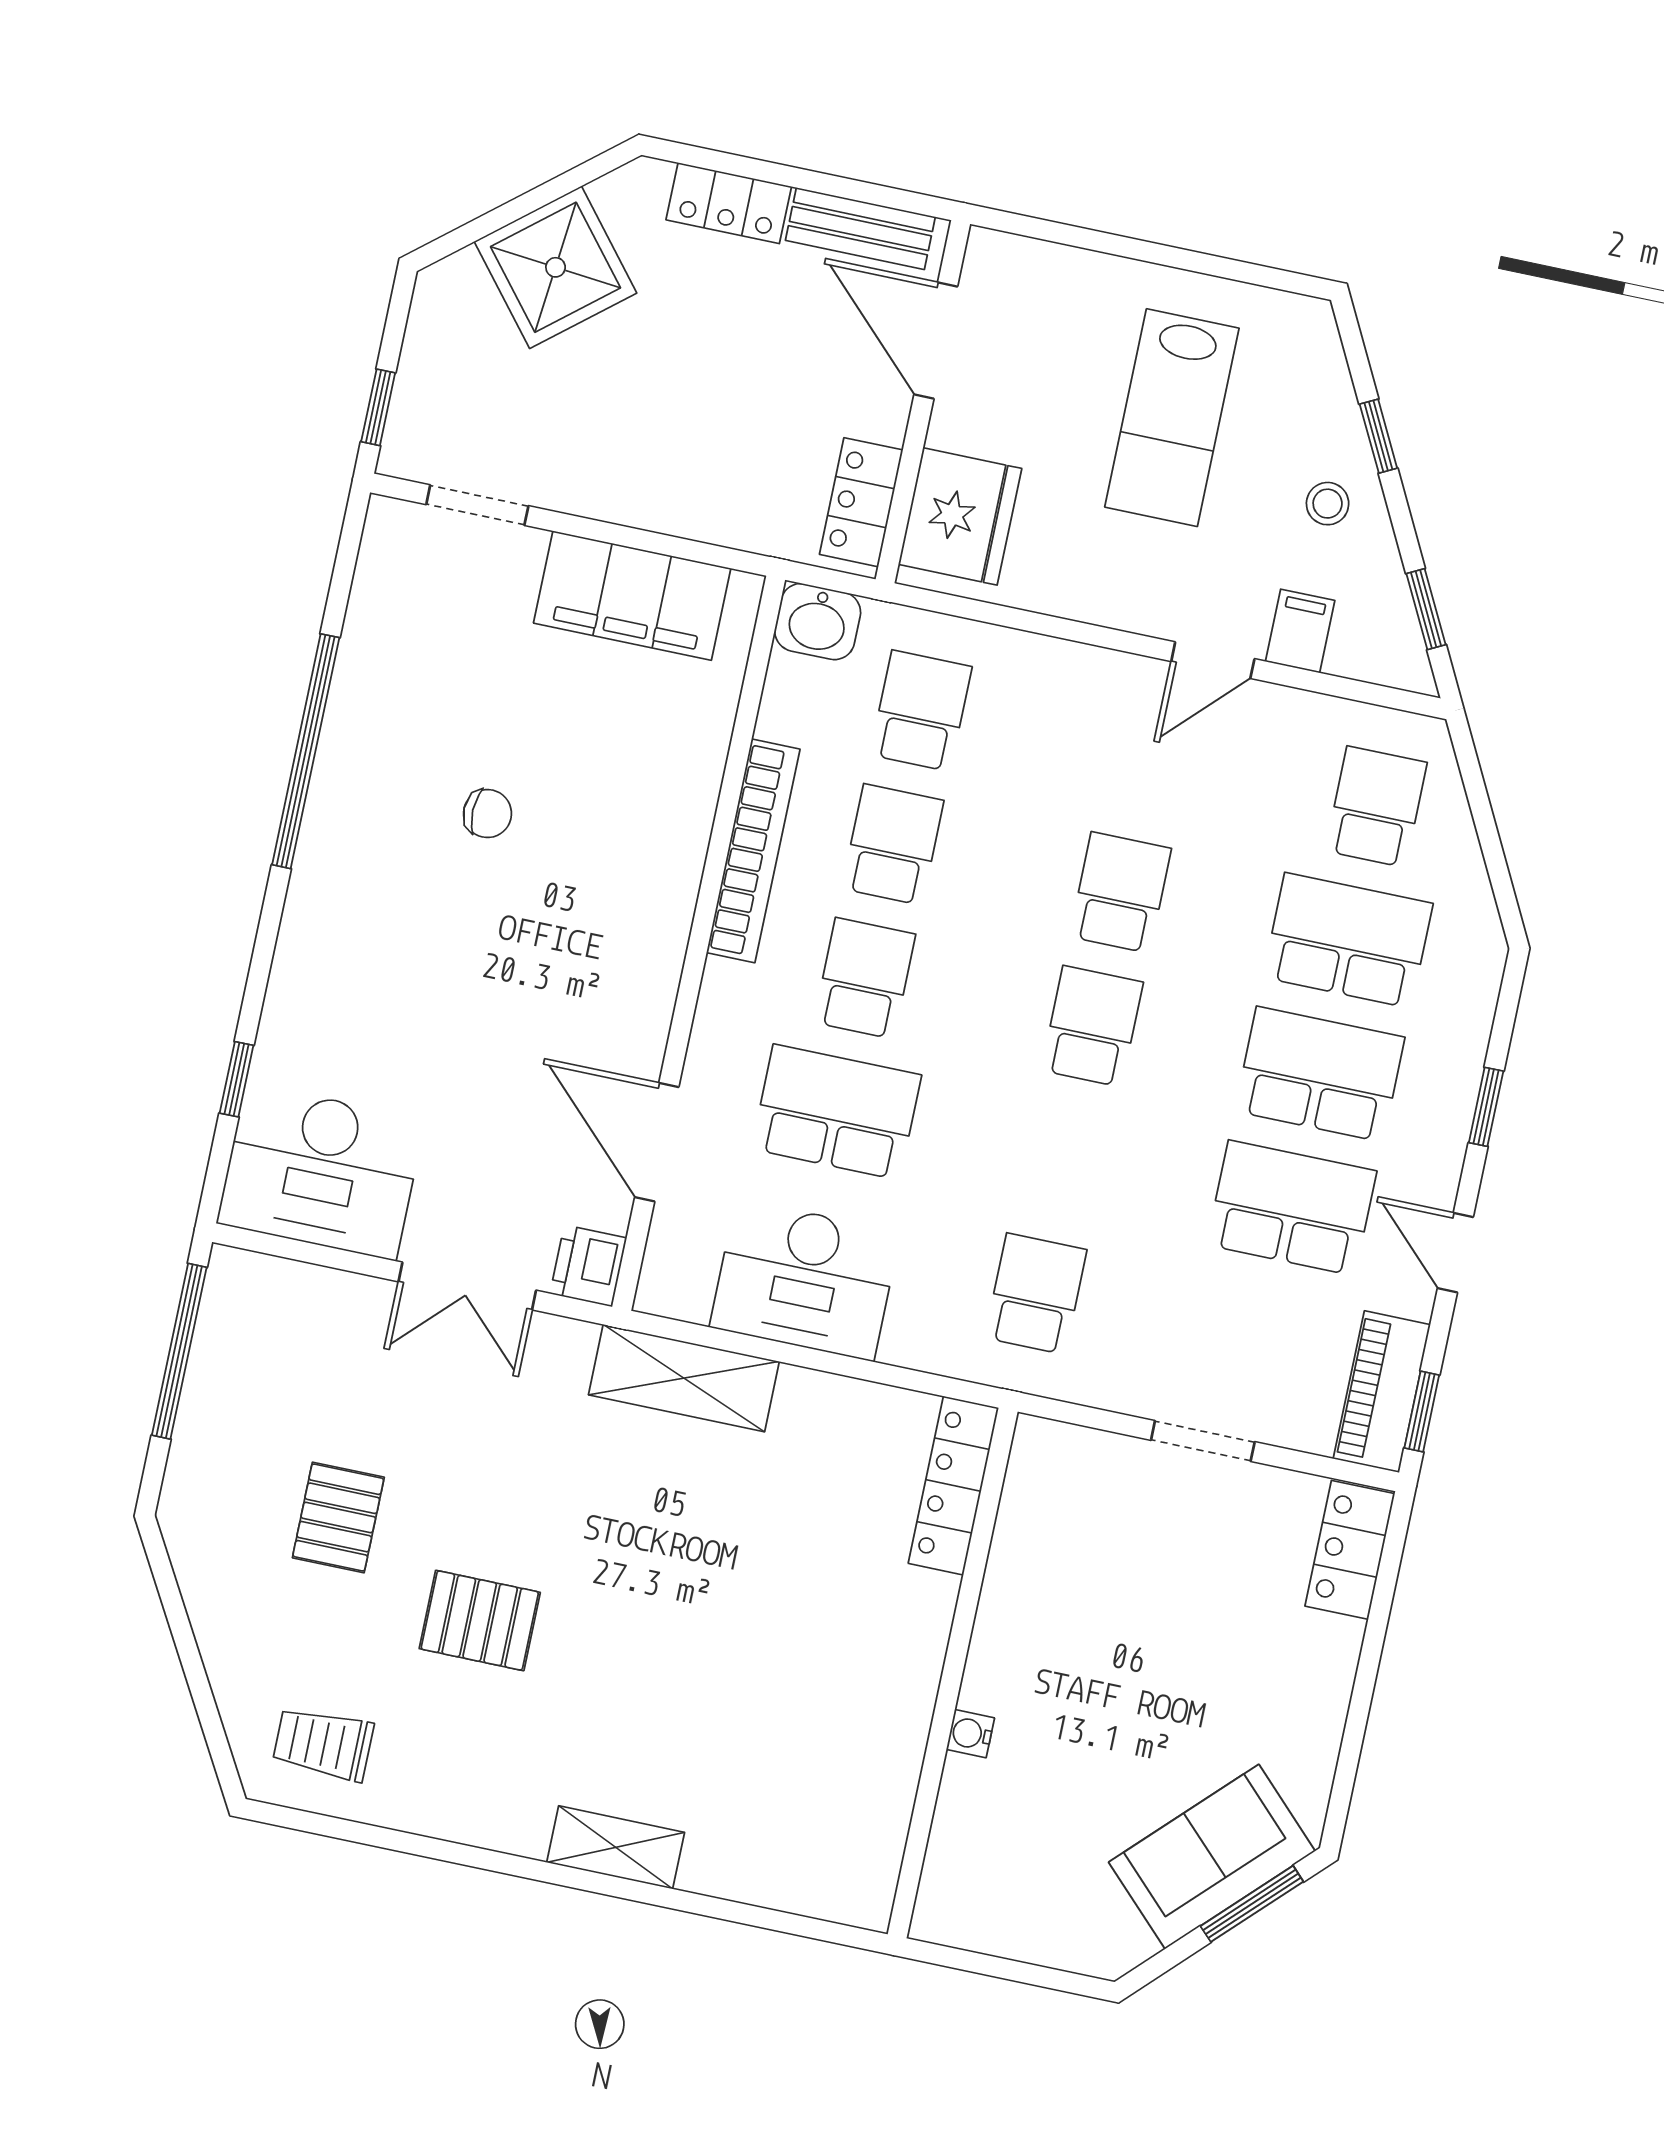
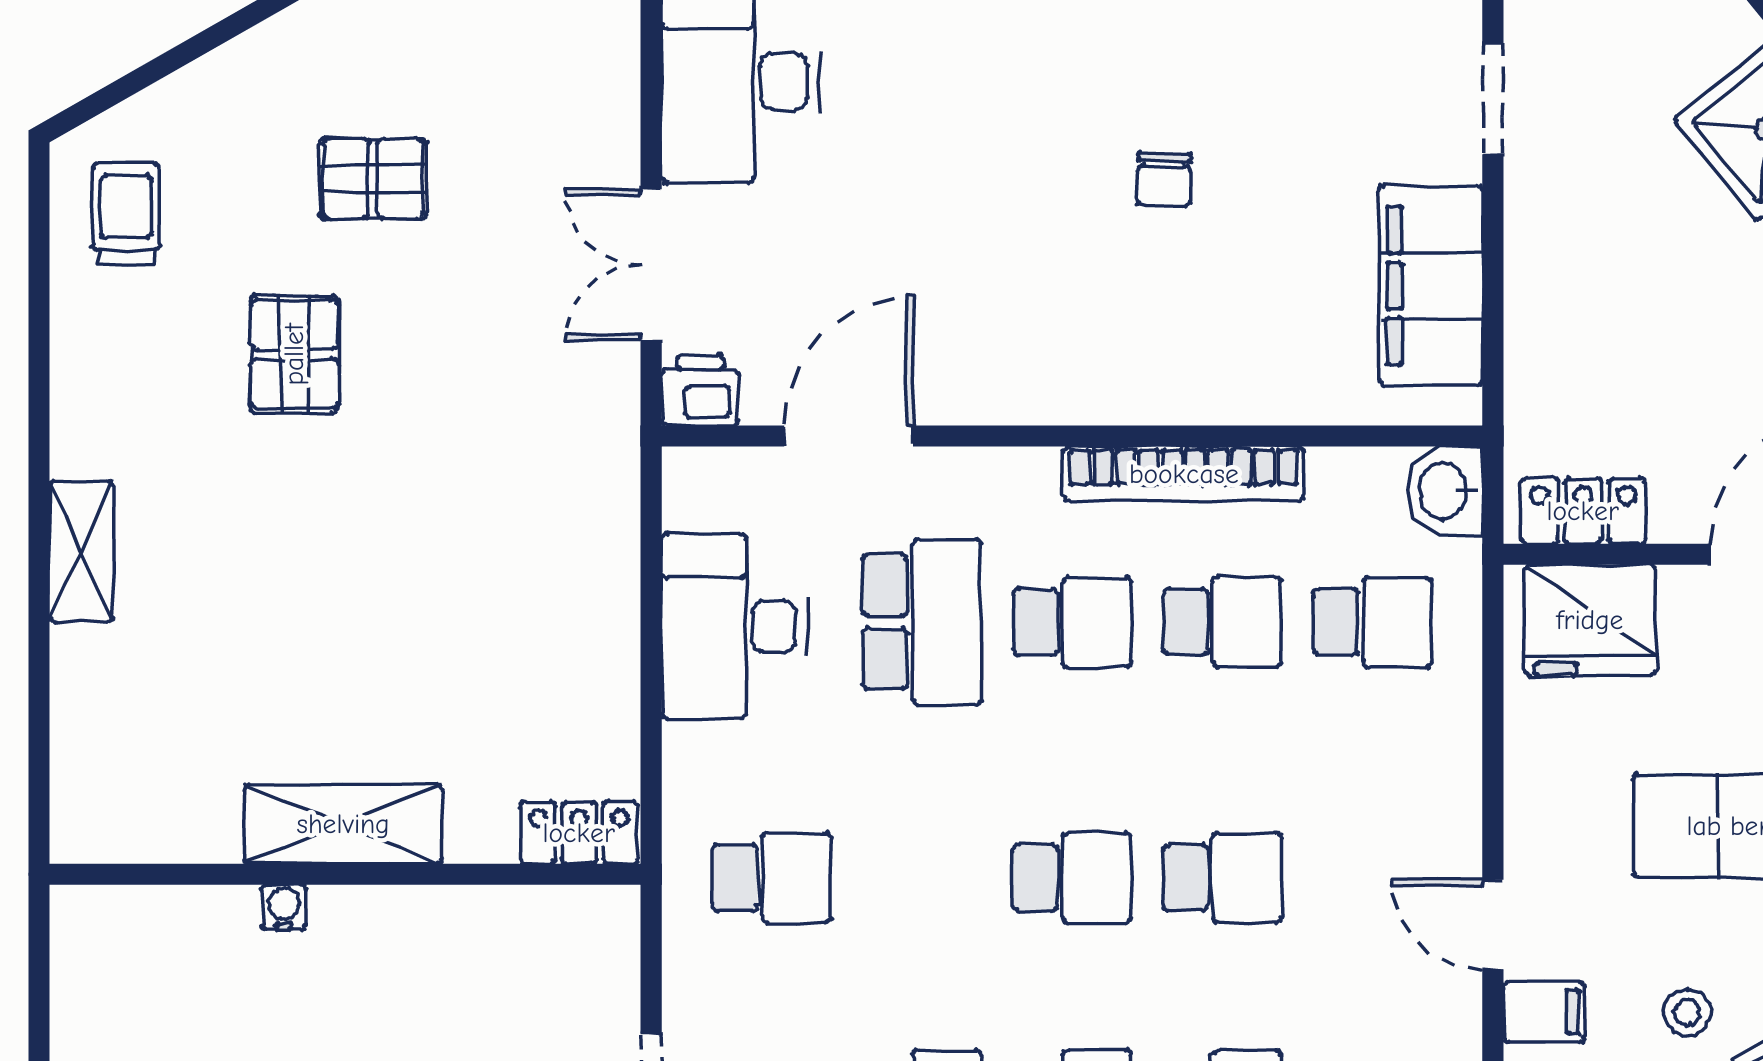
shelving: (684, 1378) -> (343, 824), moved, turned 90
locker: (953, 1486) -> (579, 833), width x0.66

